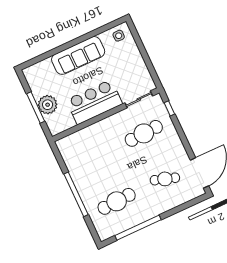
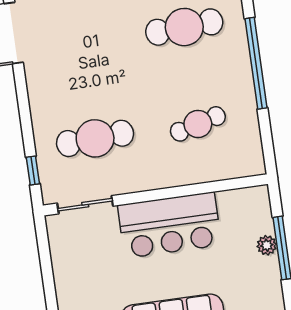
plant: (48, 105) -> (267, 245), width x0.53, depth x0.53
cafe table: (165, 179) -> (198, 124), moved, turned -33

